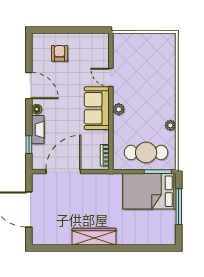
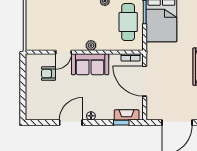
armchair: (60, 53) -> (48, 74), moved
fireplace: (38, 130) -> (127, 115), moved
door: (63, 172) -> (145, 81), moved

